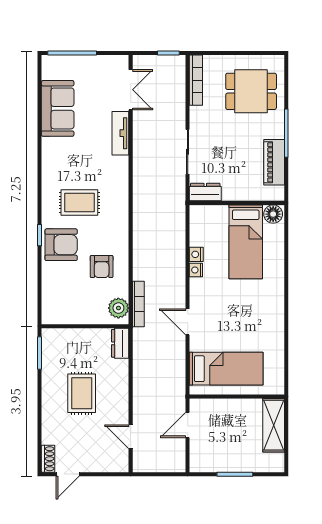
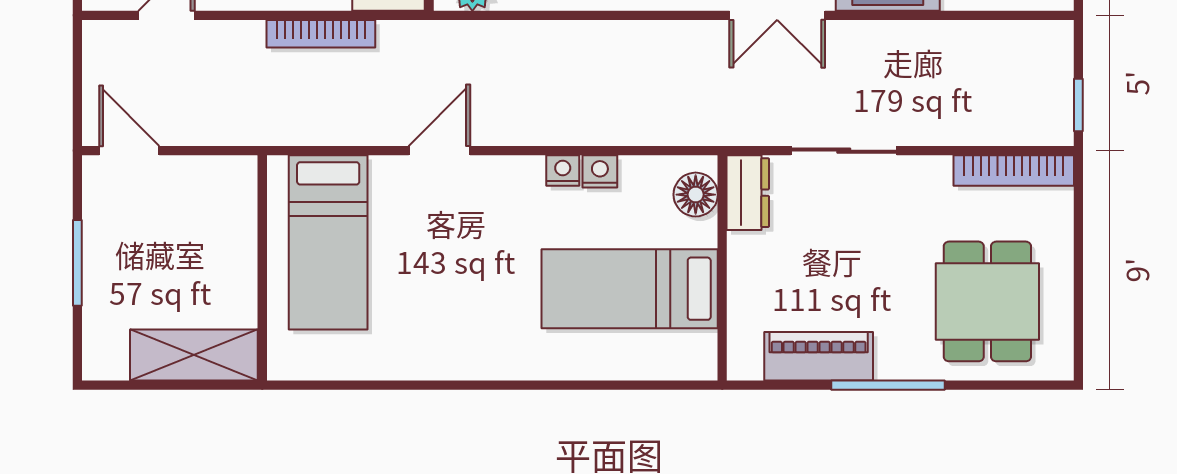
double door: (131, 90) -> (777, 15), moved
floor lamp: (273, 214) -> (696, 195), moved
bookcase: (138, 304) -> (321, 34), moved
door: (188, 425) -> (129, 151), moved

